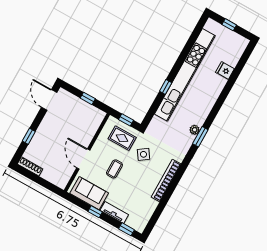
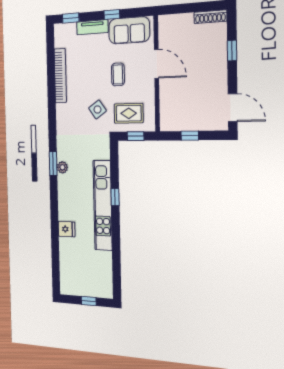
fridge: (225, 71) -> (67, 229), moved
kitchen unit: (185, 75) -> (103, 205), width x0.73
bookcase: (166, 180) -> (60, 76), moved

